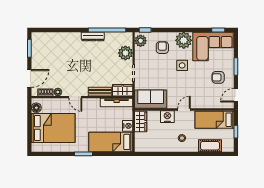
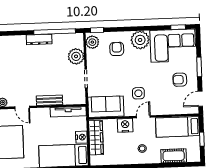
side table: (182, 65) -> (138, 93), moved
wardrobe: (123, 90) -> (74, 98), removed
wardrobe: (141, 122) -> (96, 138), width x1.50

